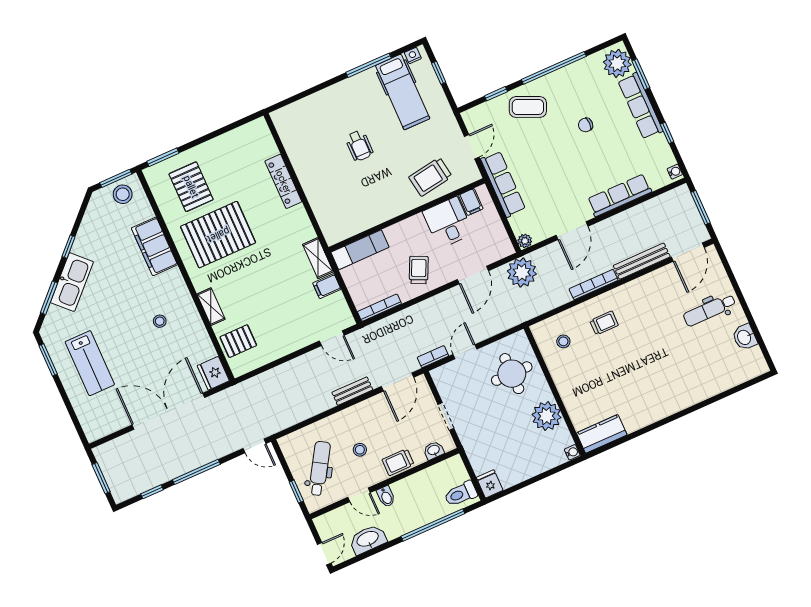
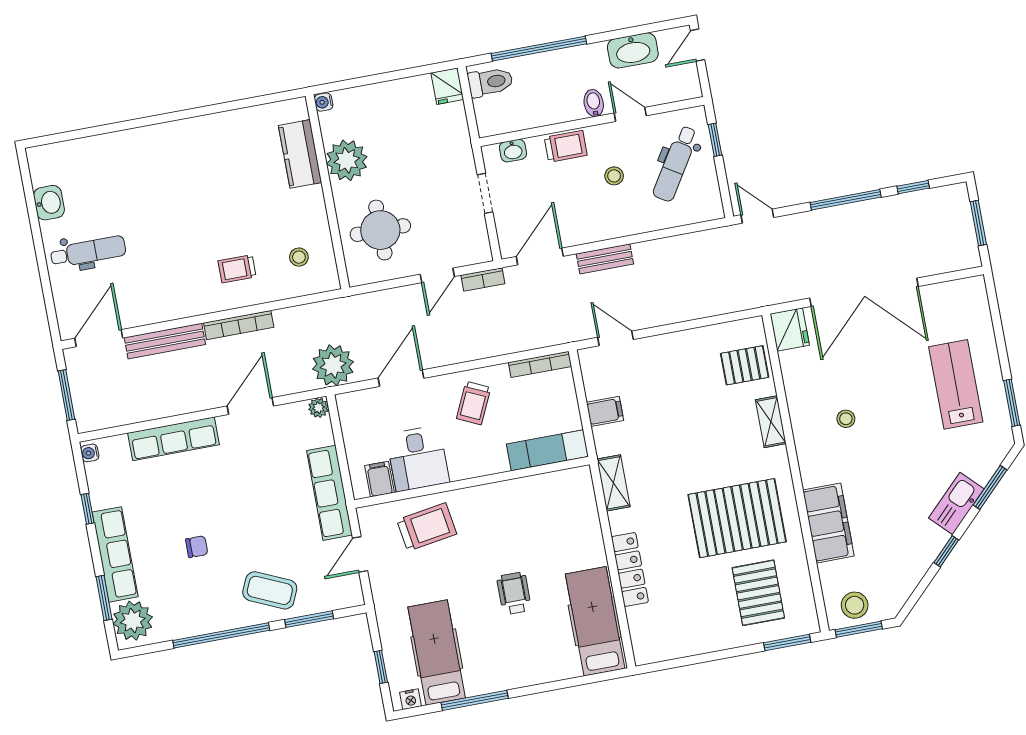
window: (496, 94) -> (309, 619), width x1.50
hospital bed: (299, 140) -> (595, 621), added
shelving: (318, 258) -> (614, 483), moved
kitchen sink: (72, 282) -> (956, 504), width x0.73, depth x0.81
kitchen counter: (602, 434) -> (300, 154), moved, turned 90

